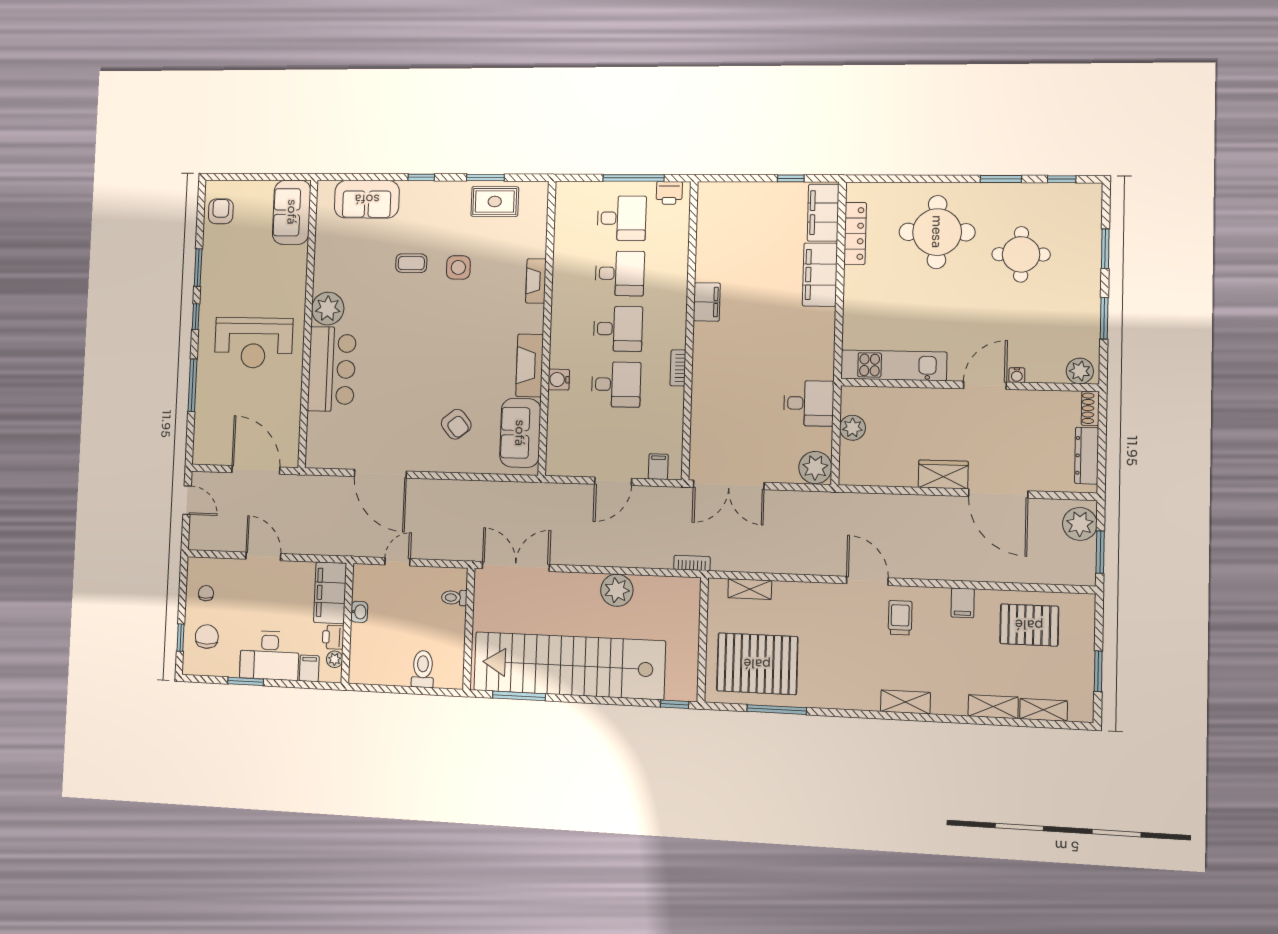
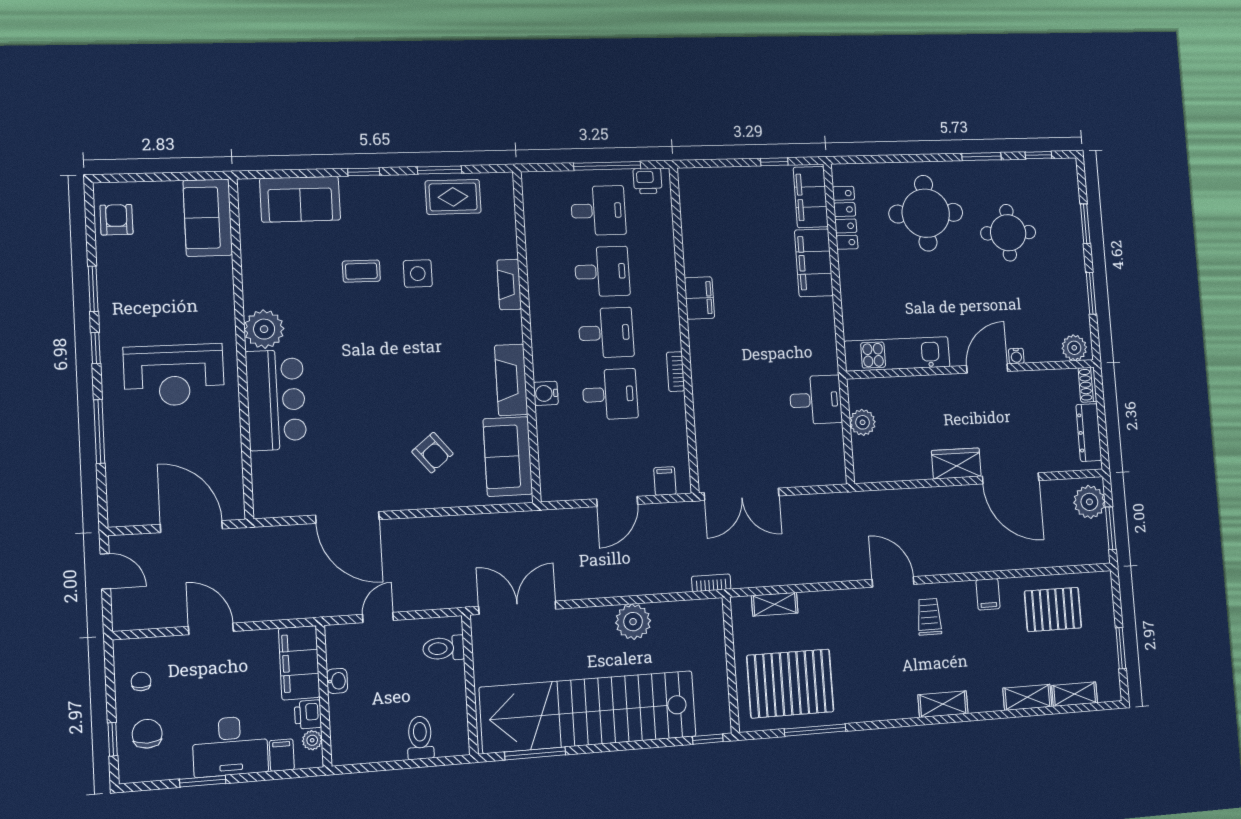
plant: (815, 468) -> (829, 468), removed
toilet: (454, 598) -> (444, 648), width x1.37, depth x1.39

